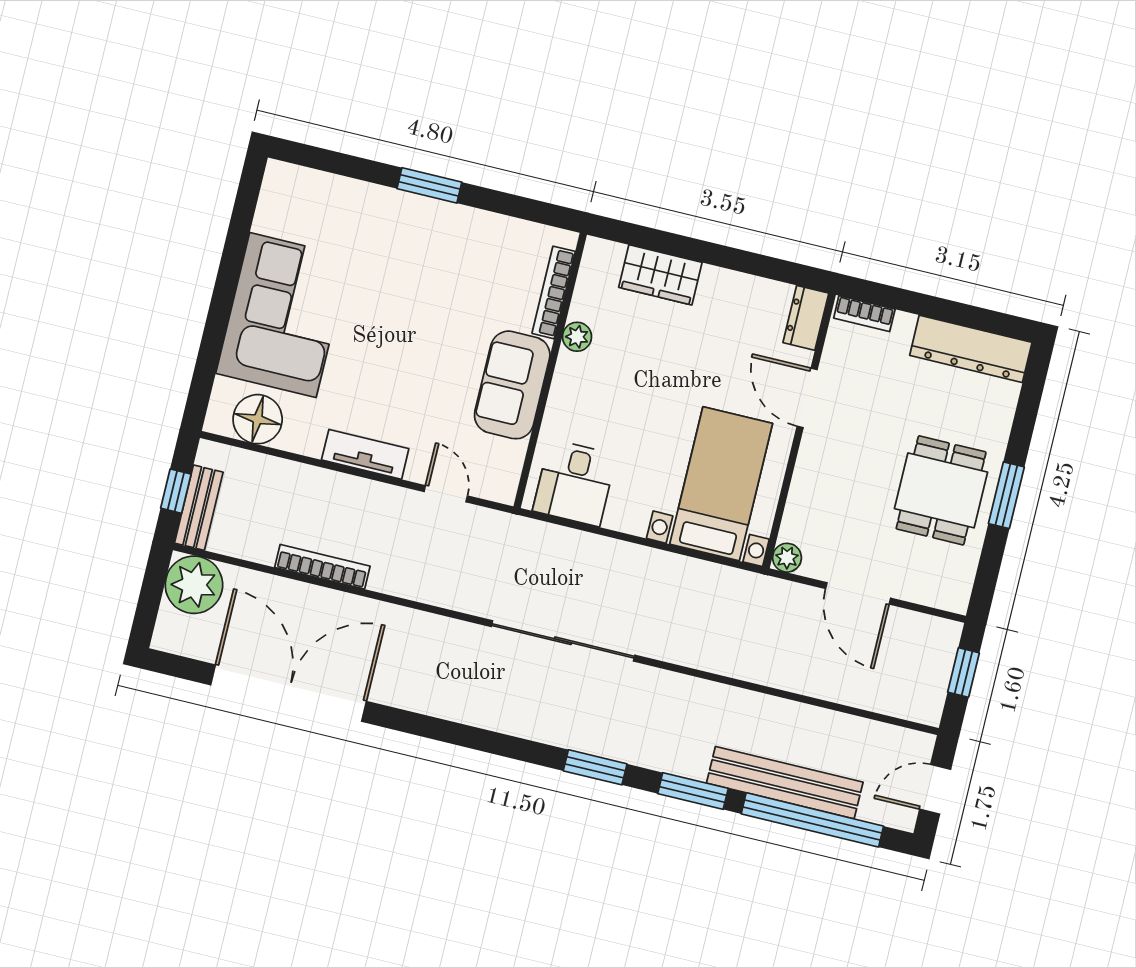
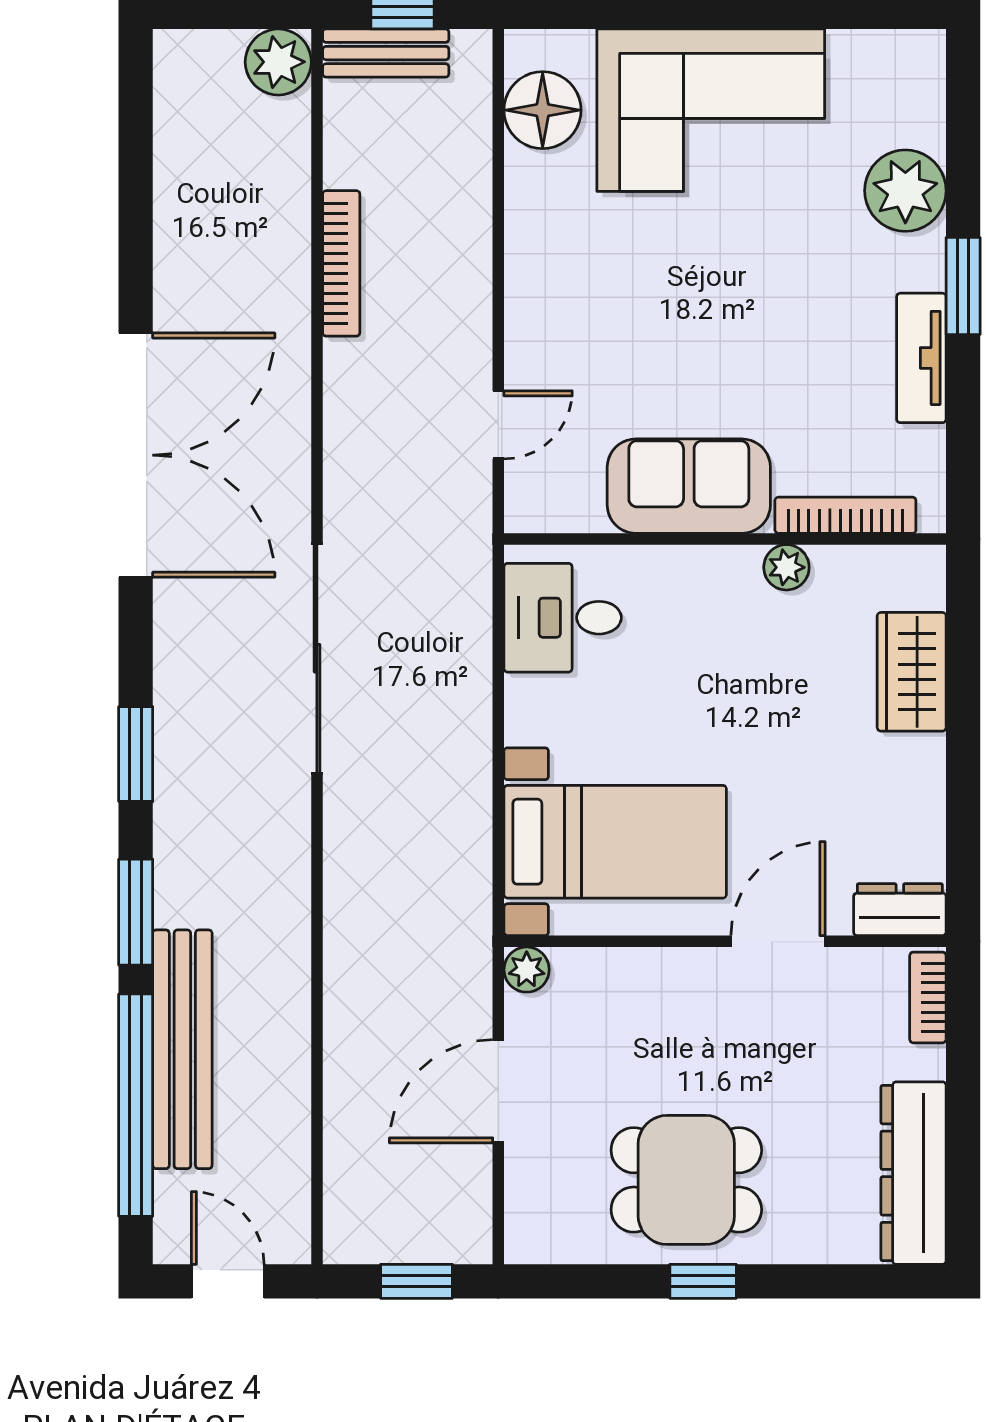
plant: (362, 207) -> (905, 191), added
tv unit: (365, 454) -> (921, 358), moved, turned 180
window: (1006, 495) -> (703, 1281), width x0.67
plant: (194, 585) -> (278, 62), width x0.73, depth x0.73
double door: (288, 693) -> (136, 455), moved

